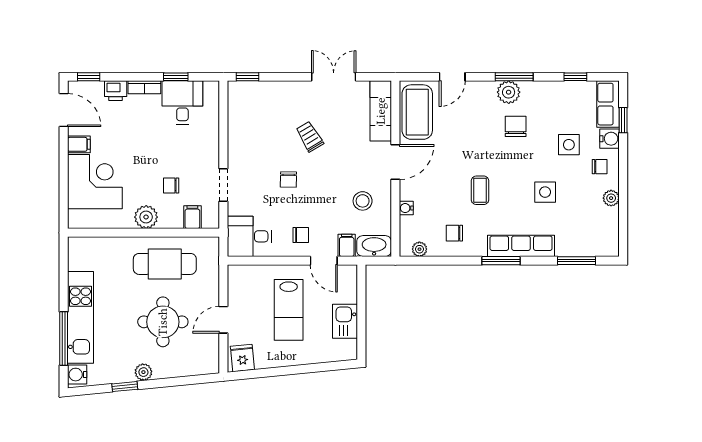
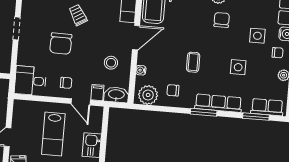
chair: (288, 180) -> (61, 44), width x1.87, depth x1.87
doorway: (223, 185) -> (17, 29), moved
row of seats: (591, 246) -> (267, 107), added
plant: (419, 249) -> (148, 95), width x1.87, depth x1.87

